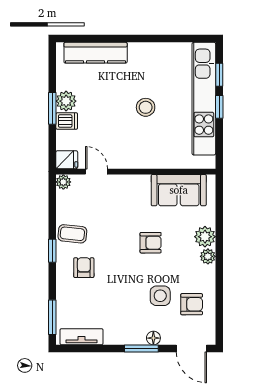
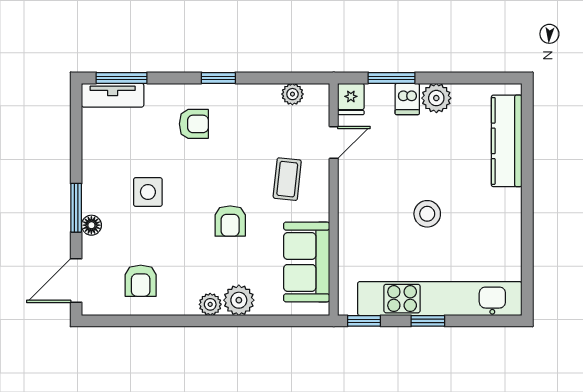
window: (219, 75) -> (364, 321), moved
window: (52, 108) -> (392, 78), moved
plant: (63, 182) -> (292, 94), moved
coffee table: (72, 234) -> (287, 179), moved
side table: (160, 296) -> (148, 192), moved
tv unit: (82, 337) -> (113, 95), moved, turned 90

